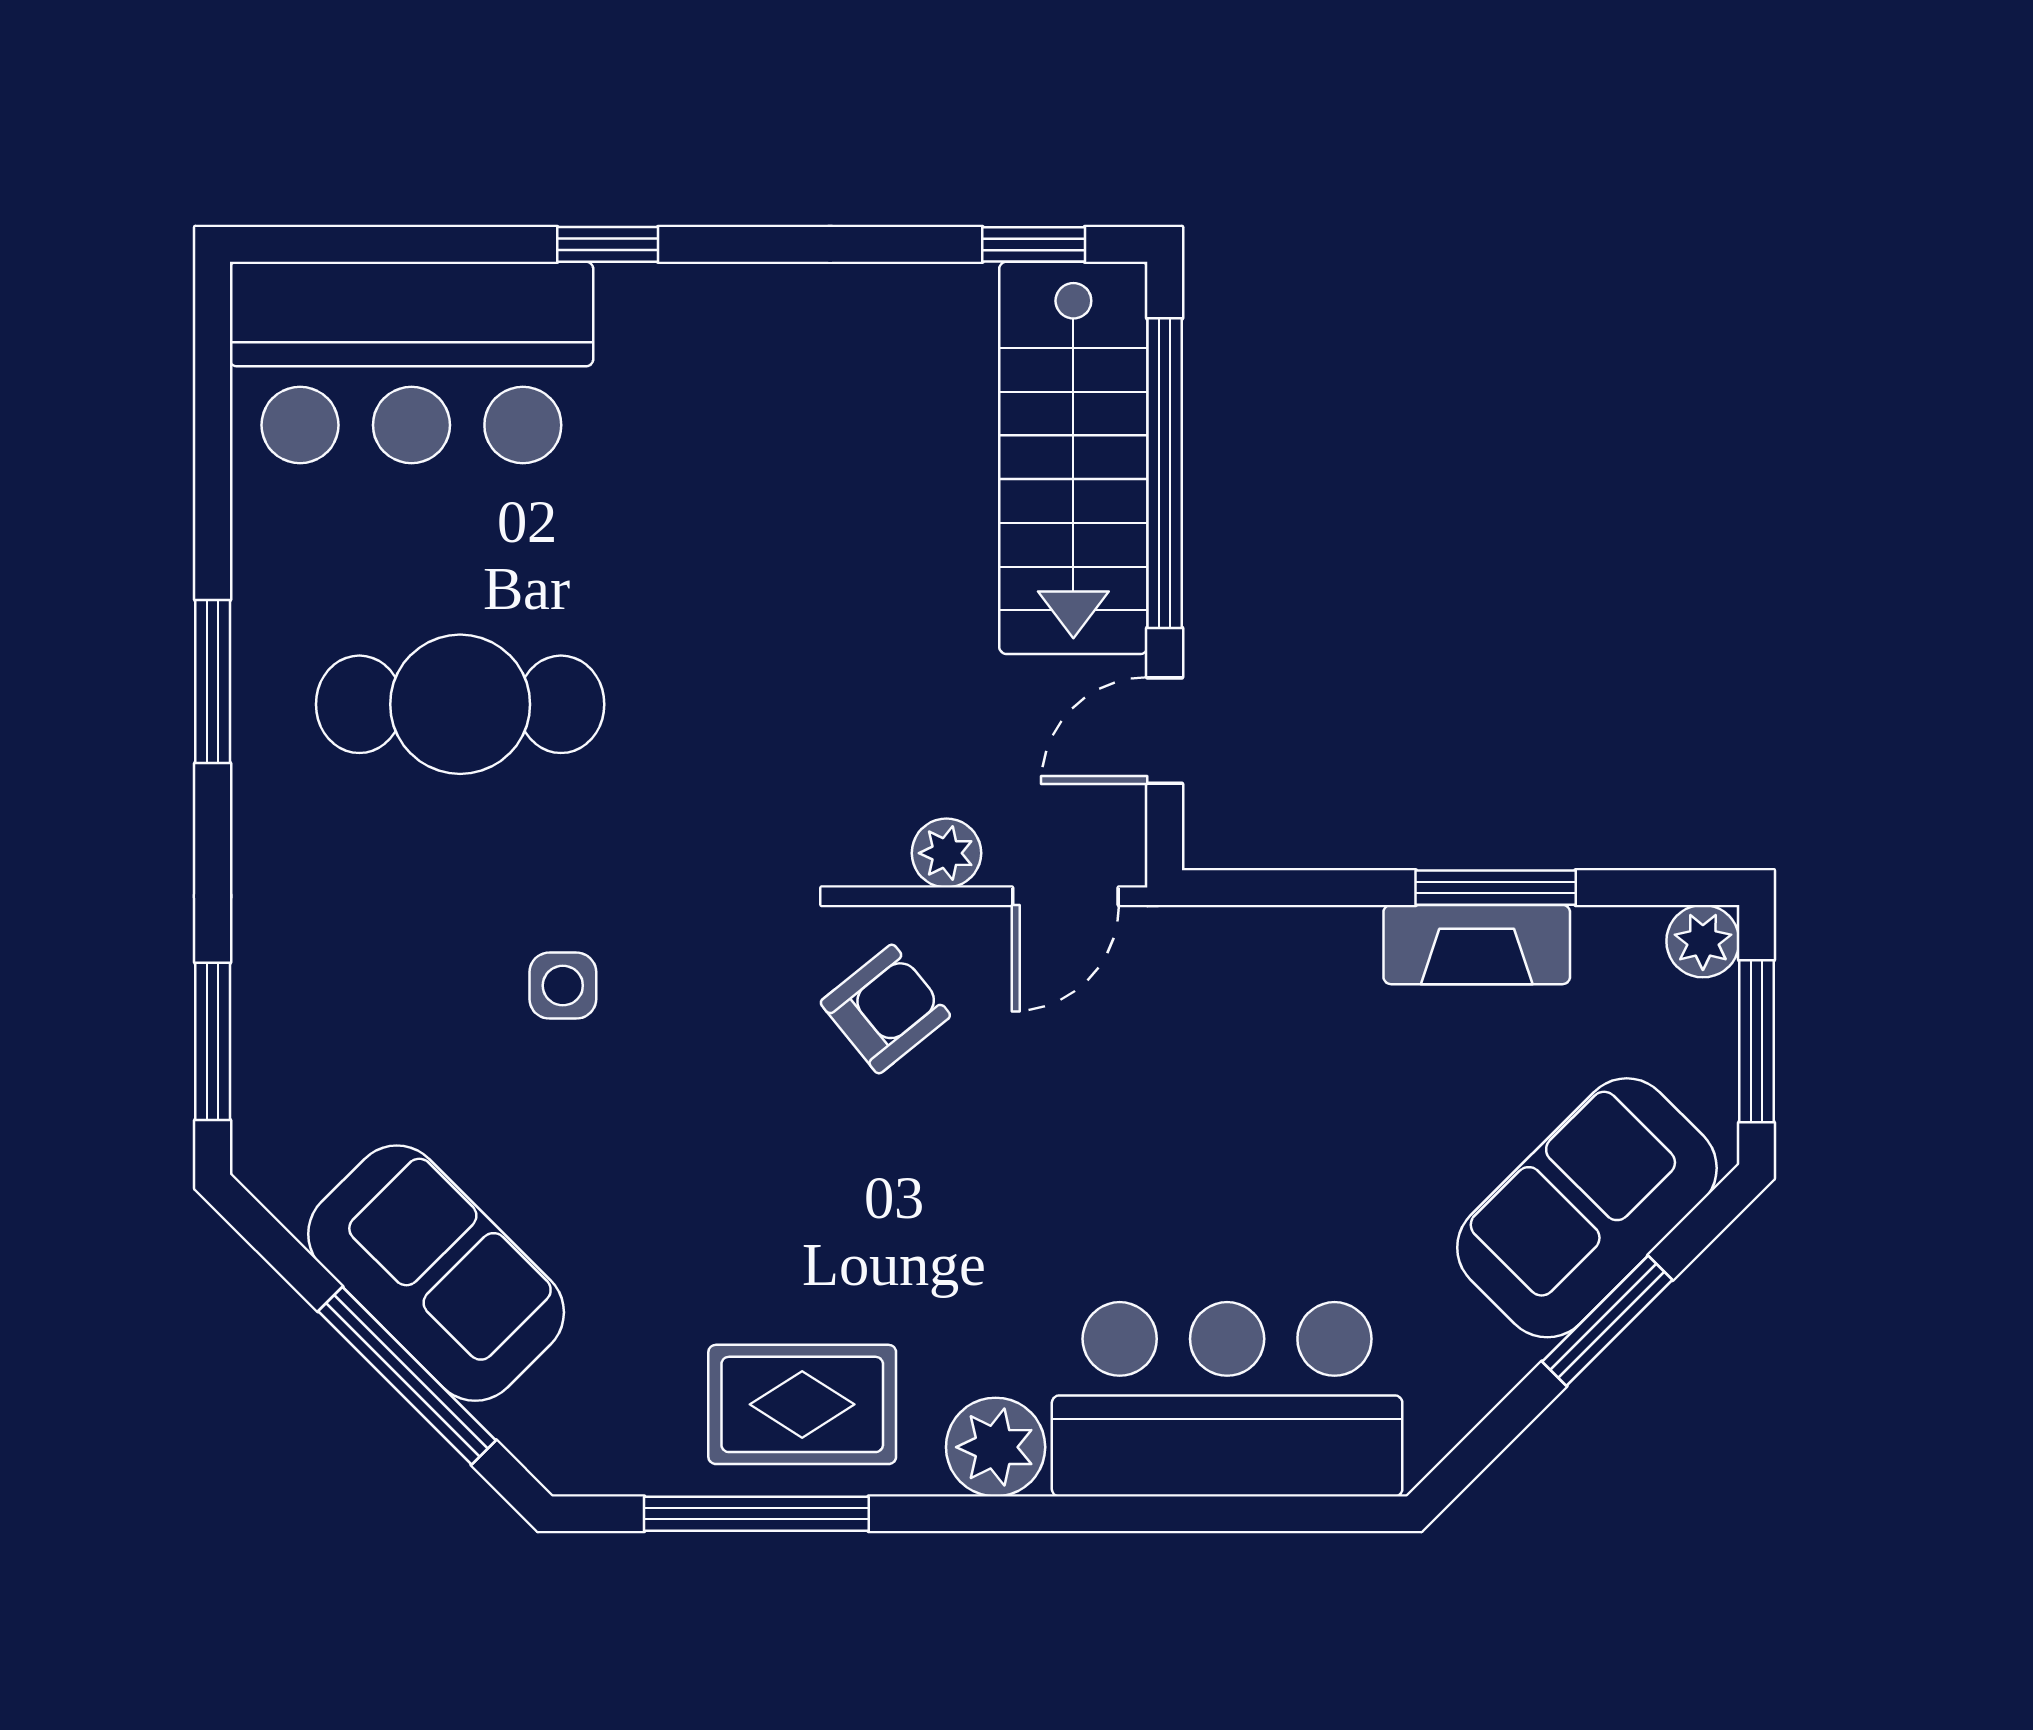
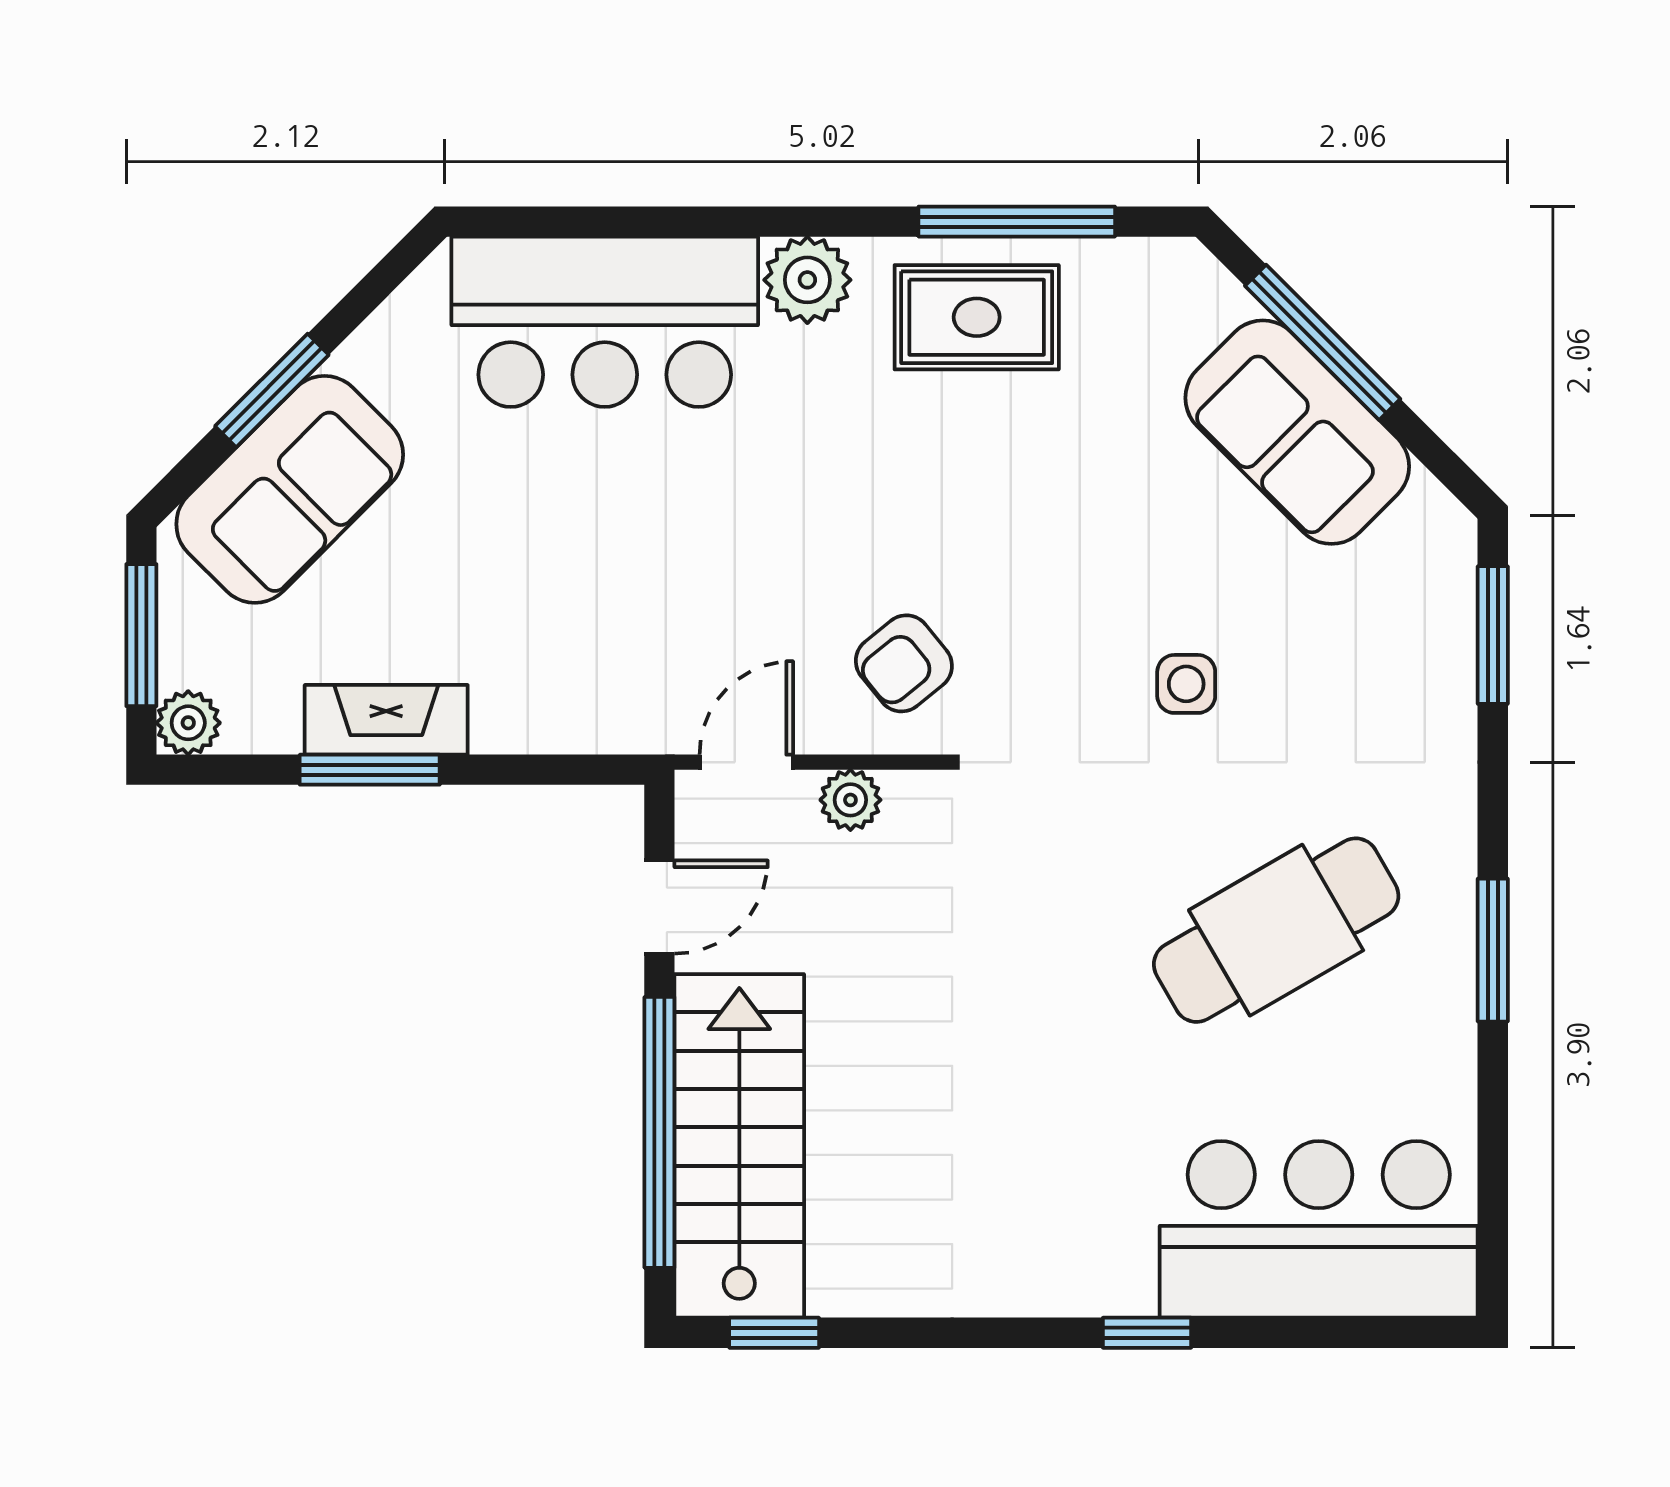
cafe table: (460, 704) -> (1276, 930), turned -30

